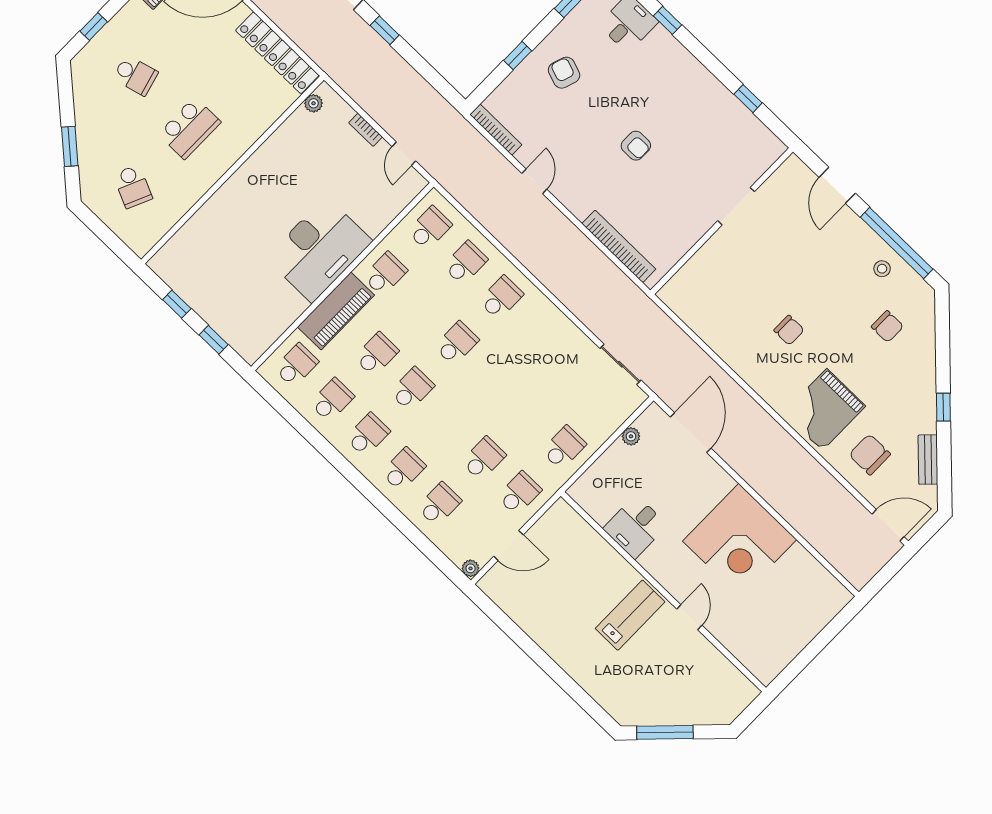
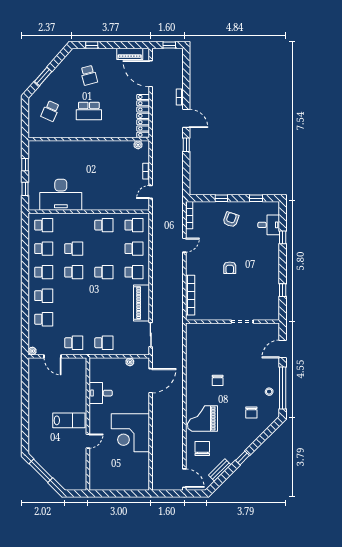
desk: (319, 250) -> (61, 195), moved
piano: (336, 311) -> (142, 303), moved, turned 90
school desk: (484, 458) -> (74, 319), removed

